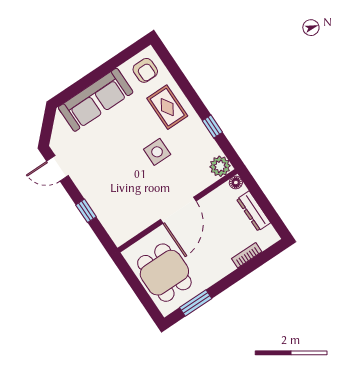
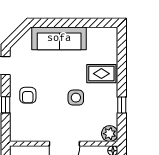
armchair: (145, 70) -> (28, 95), moved
rug: (167, 107) -> (101, 74), turned 90

